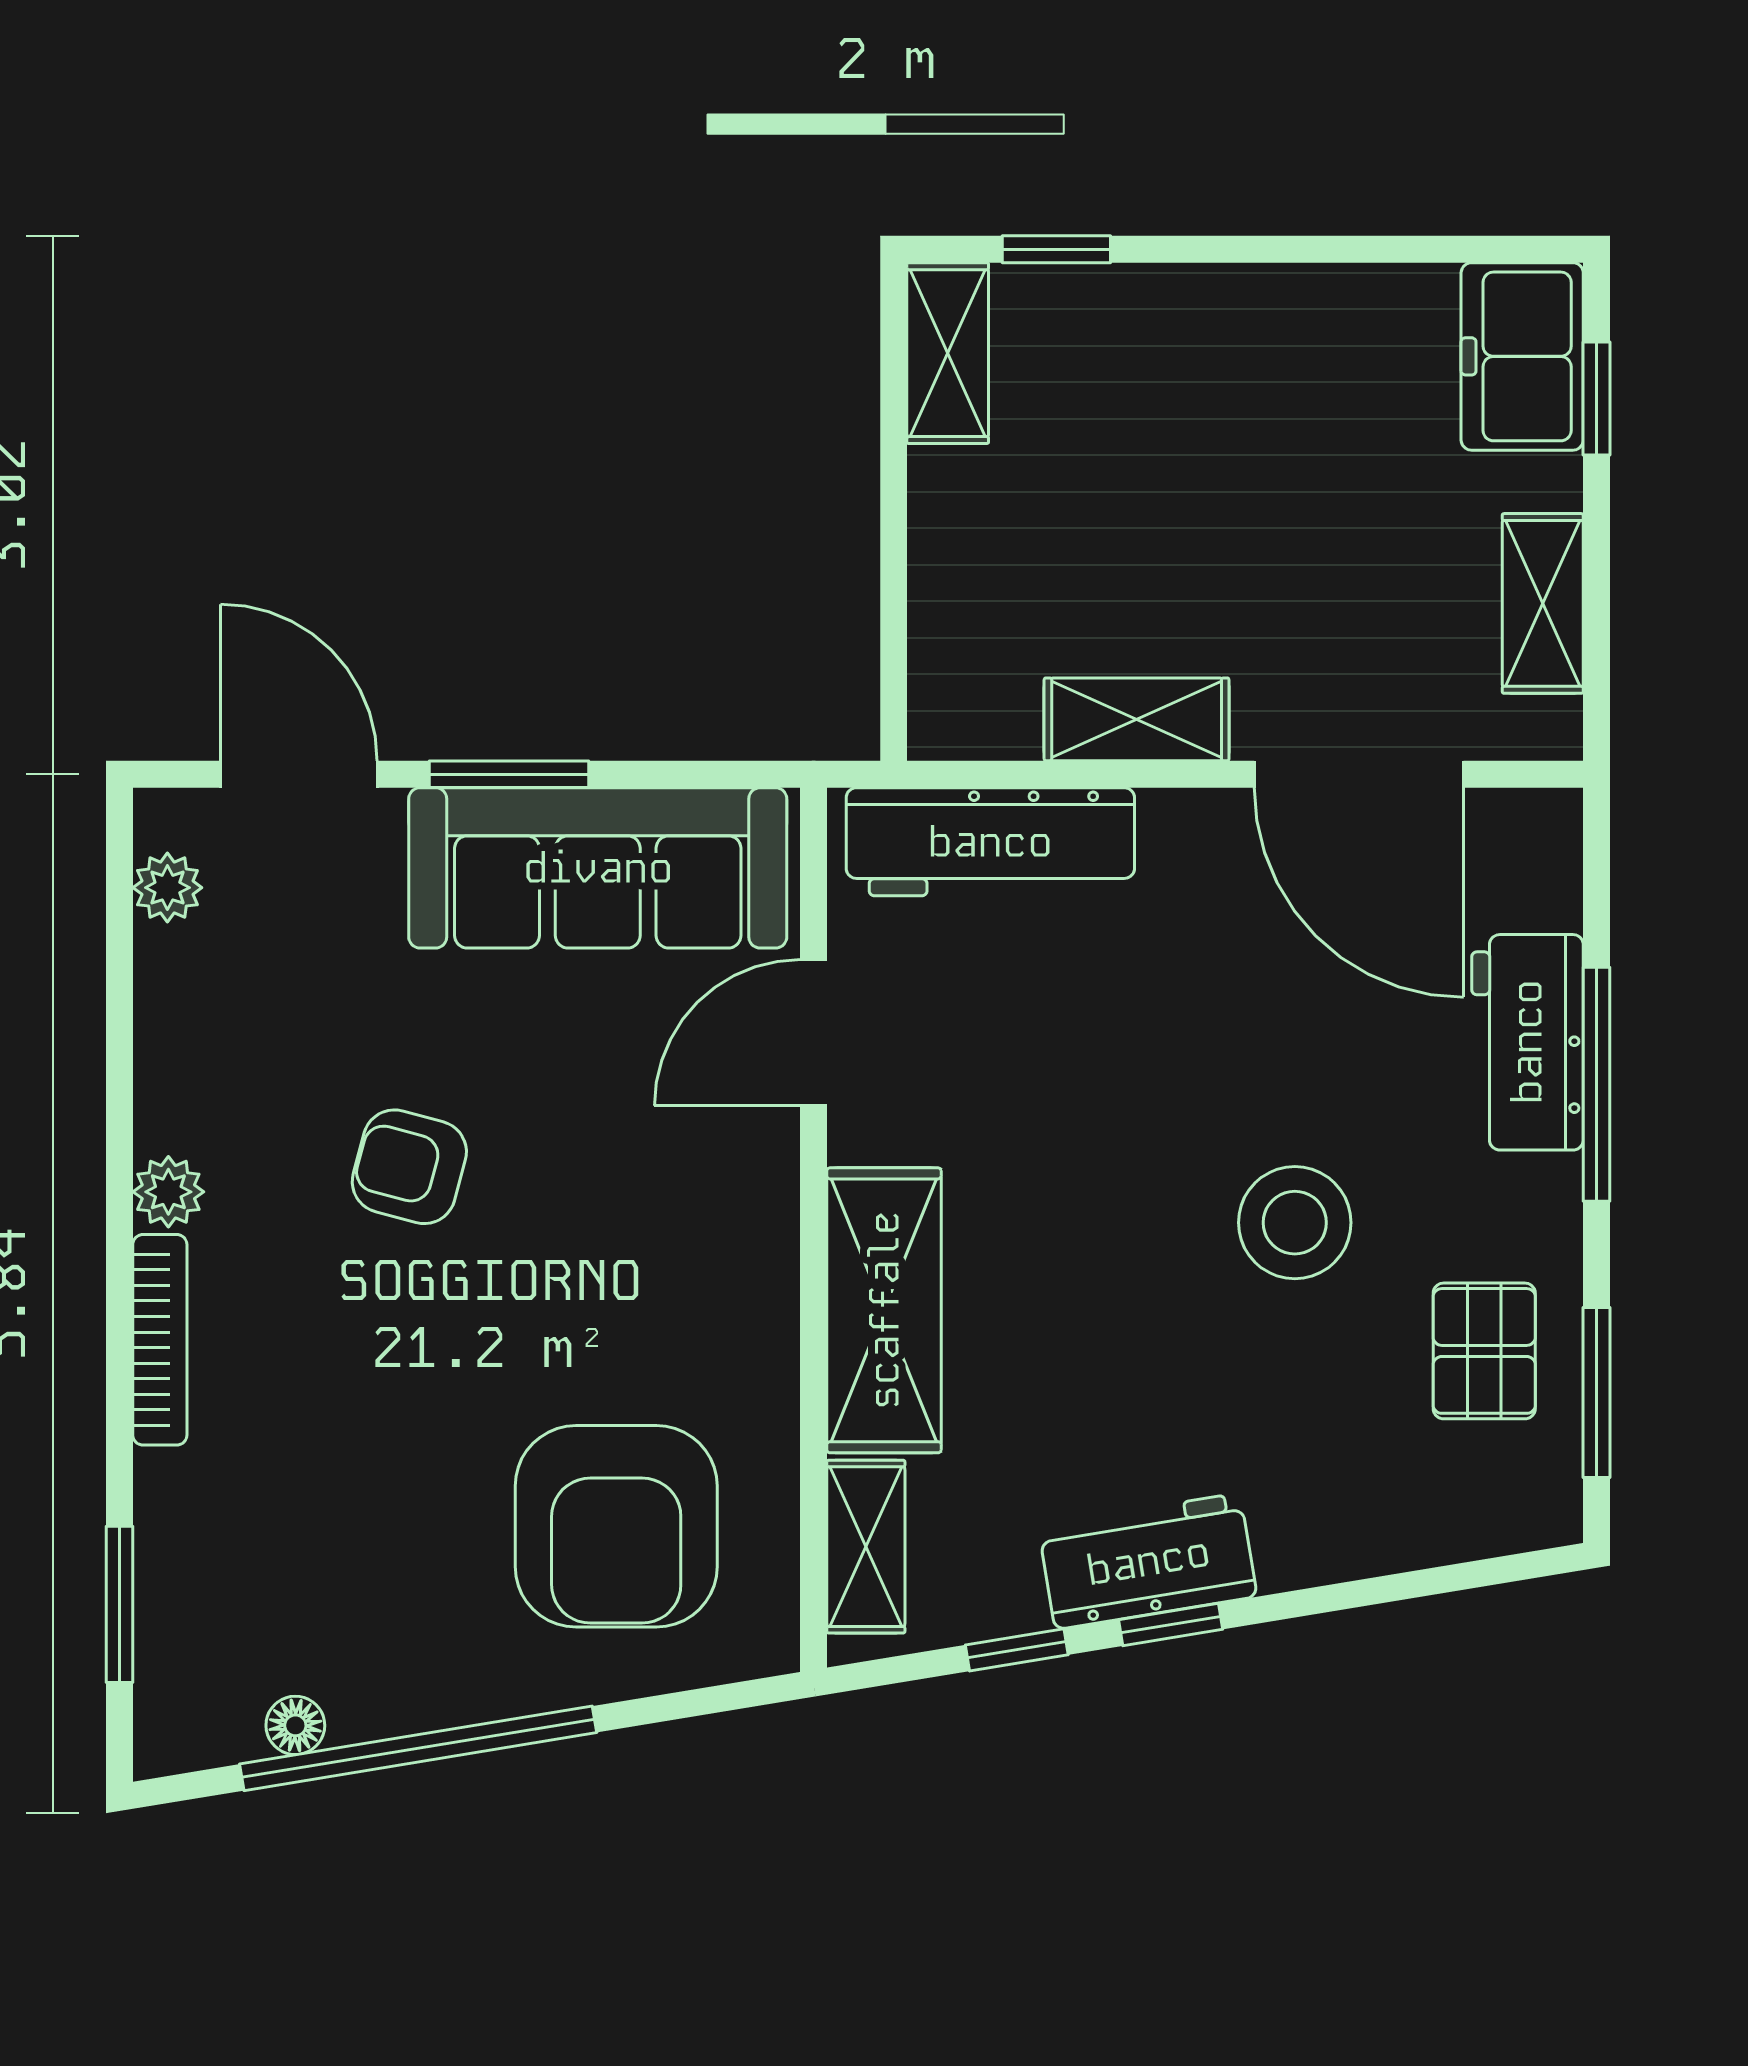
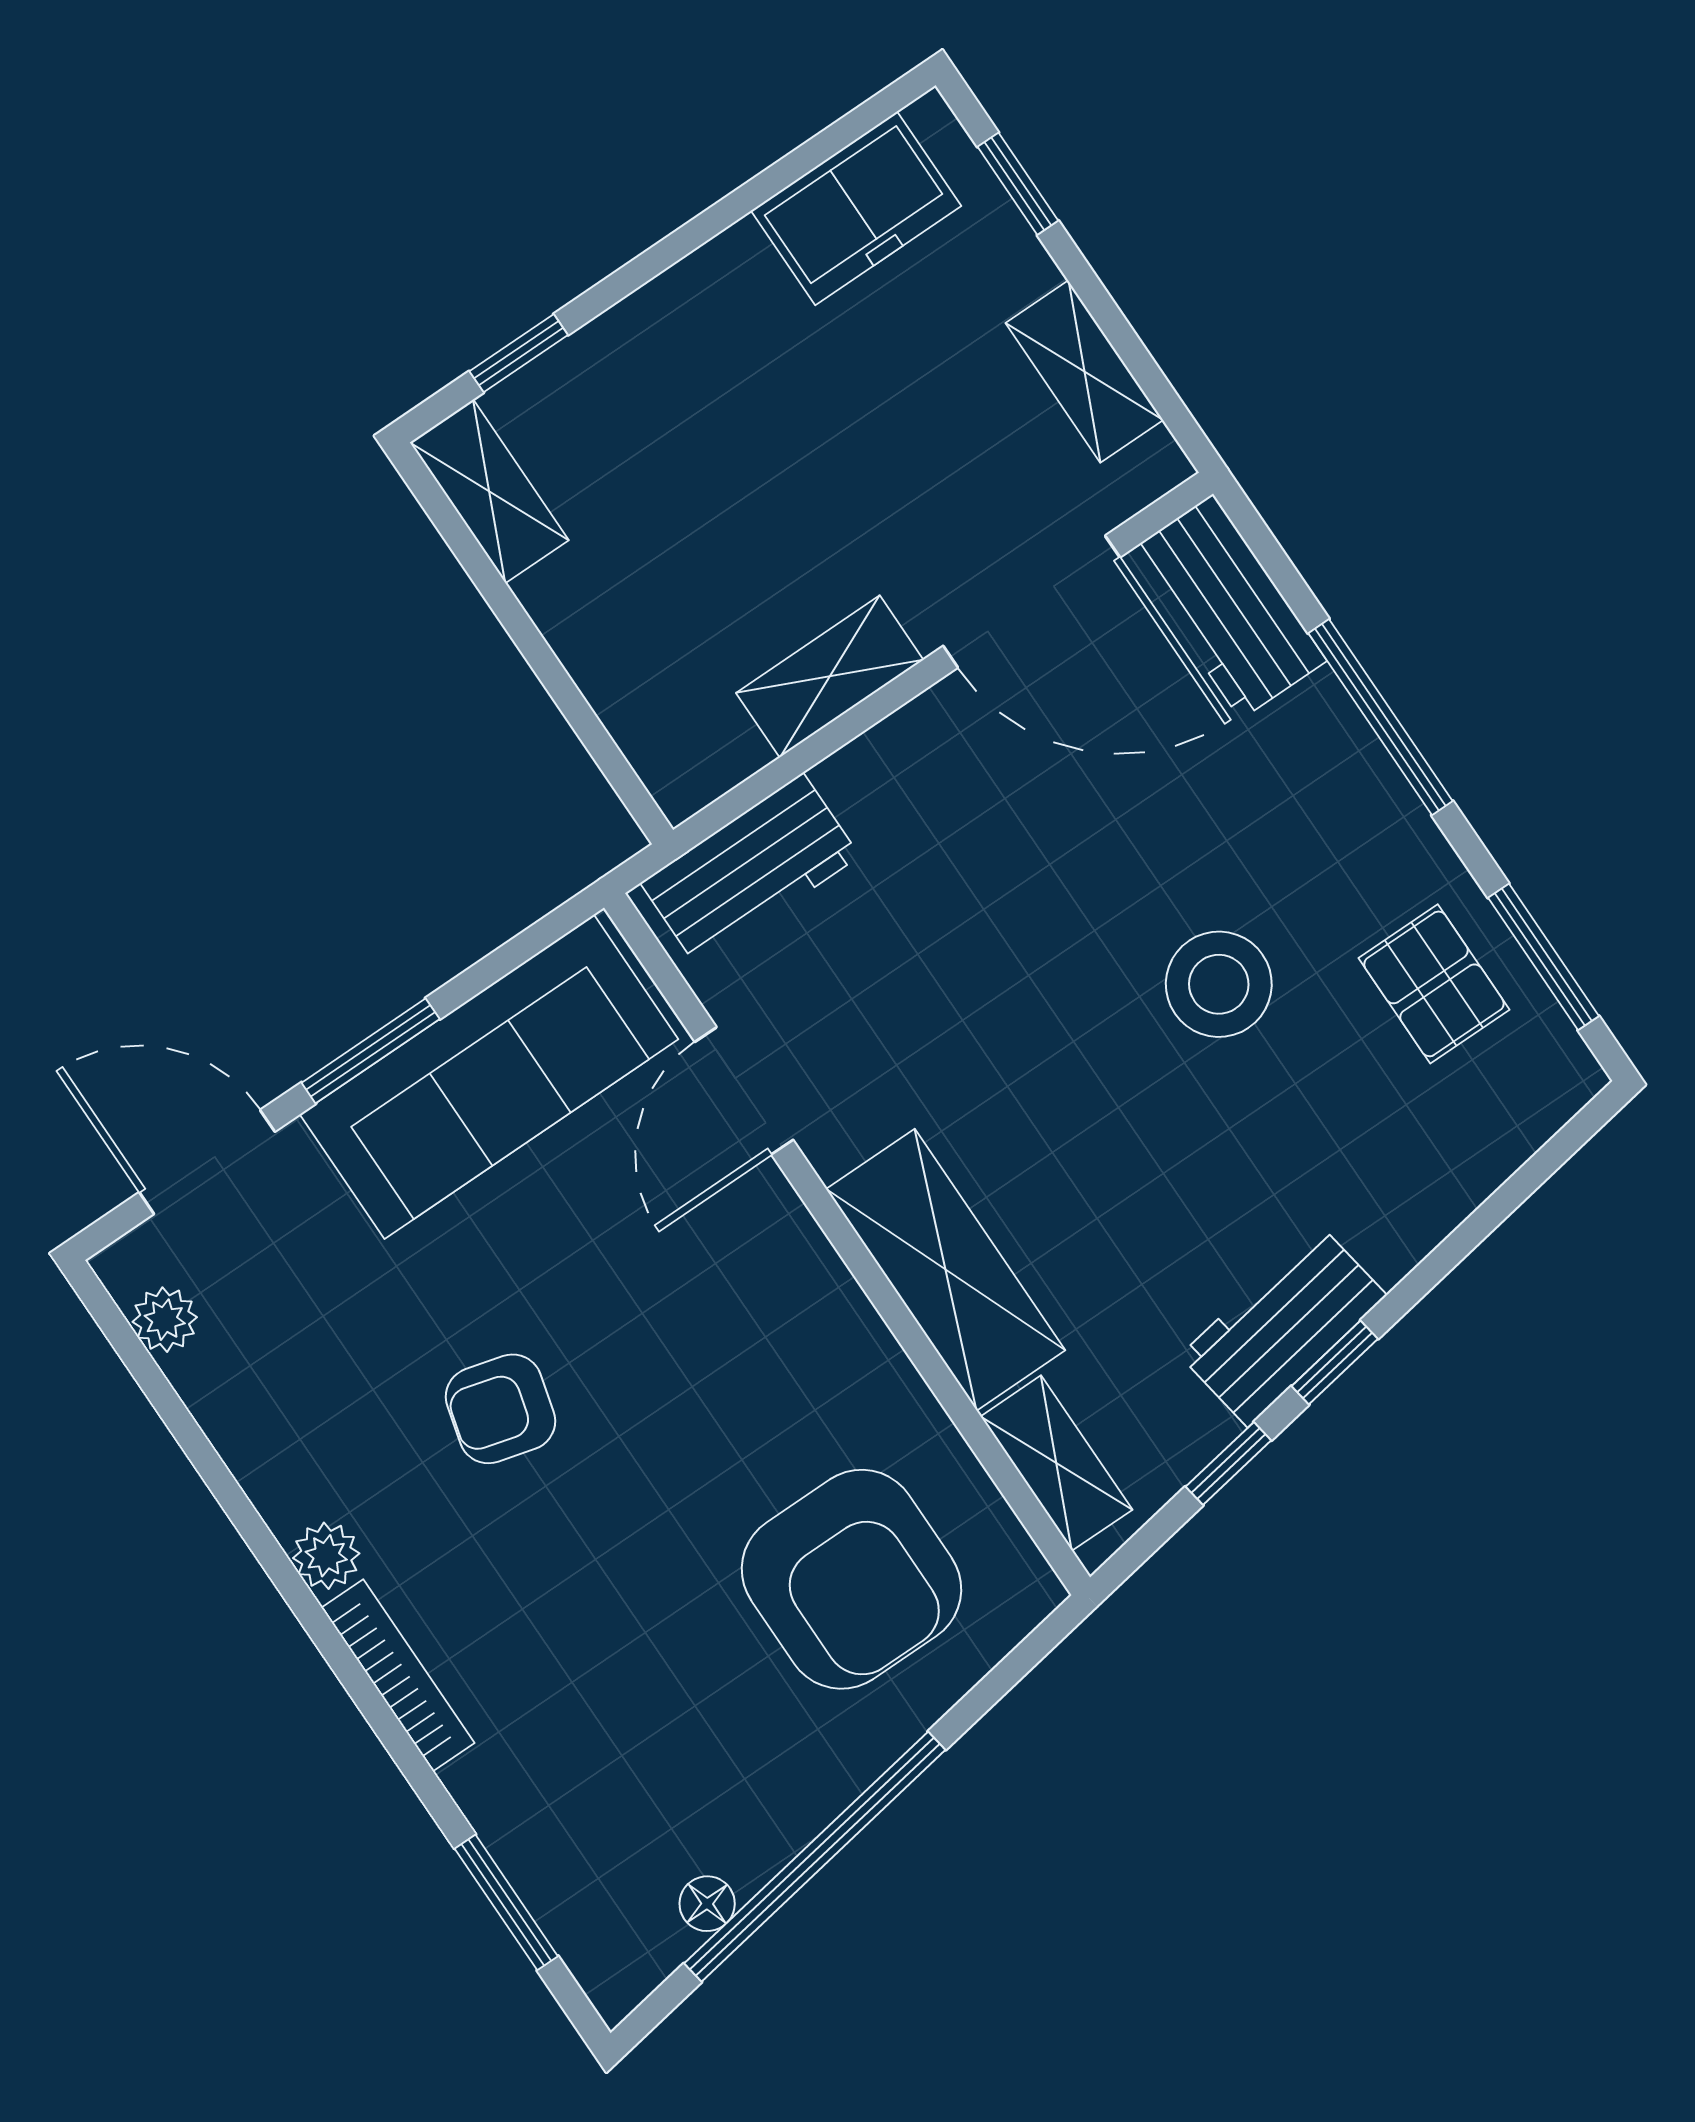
freezer: (1522, 356) -> (856, 208), moved, turned -90
workbench: (990, 842) -> (750, 870), width x0.73
workbench: (1527, 1042) -> (1227, 607), moved

